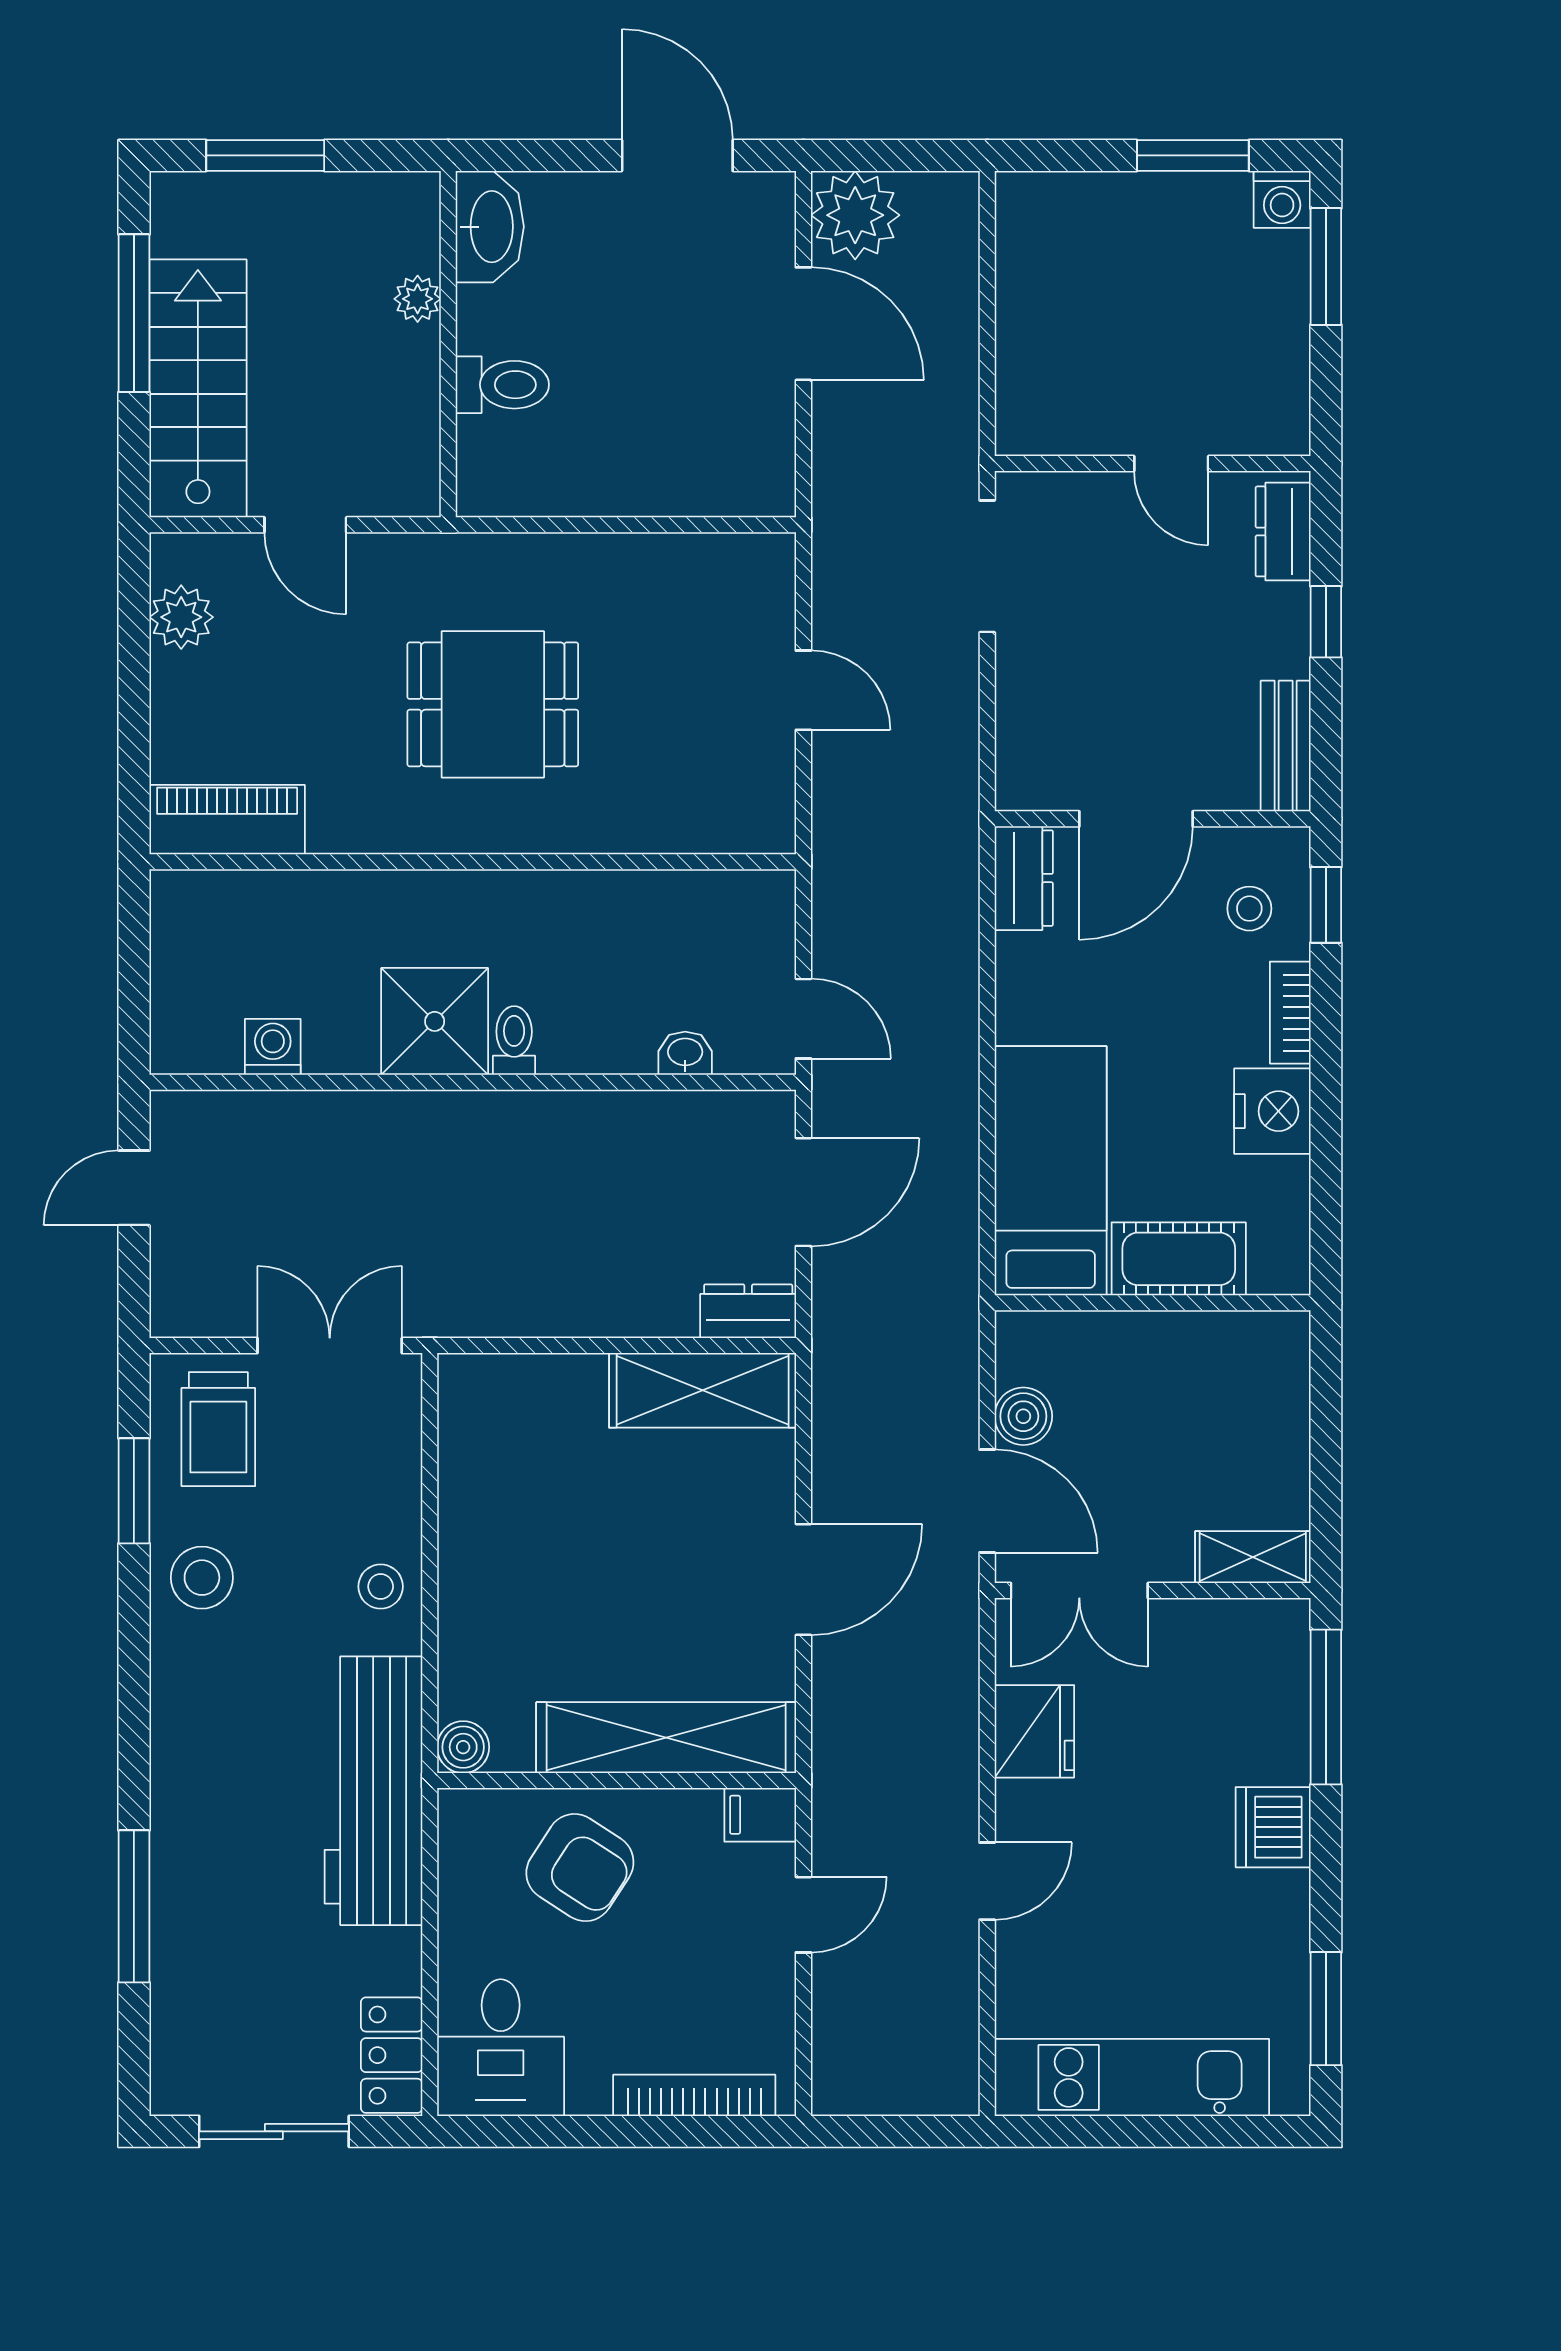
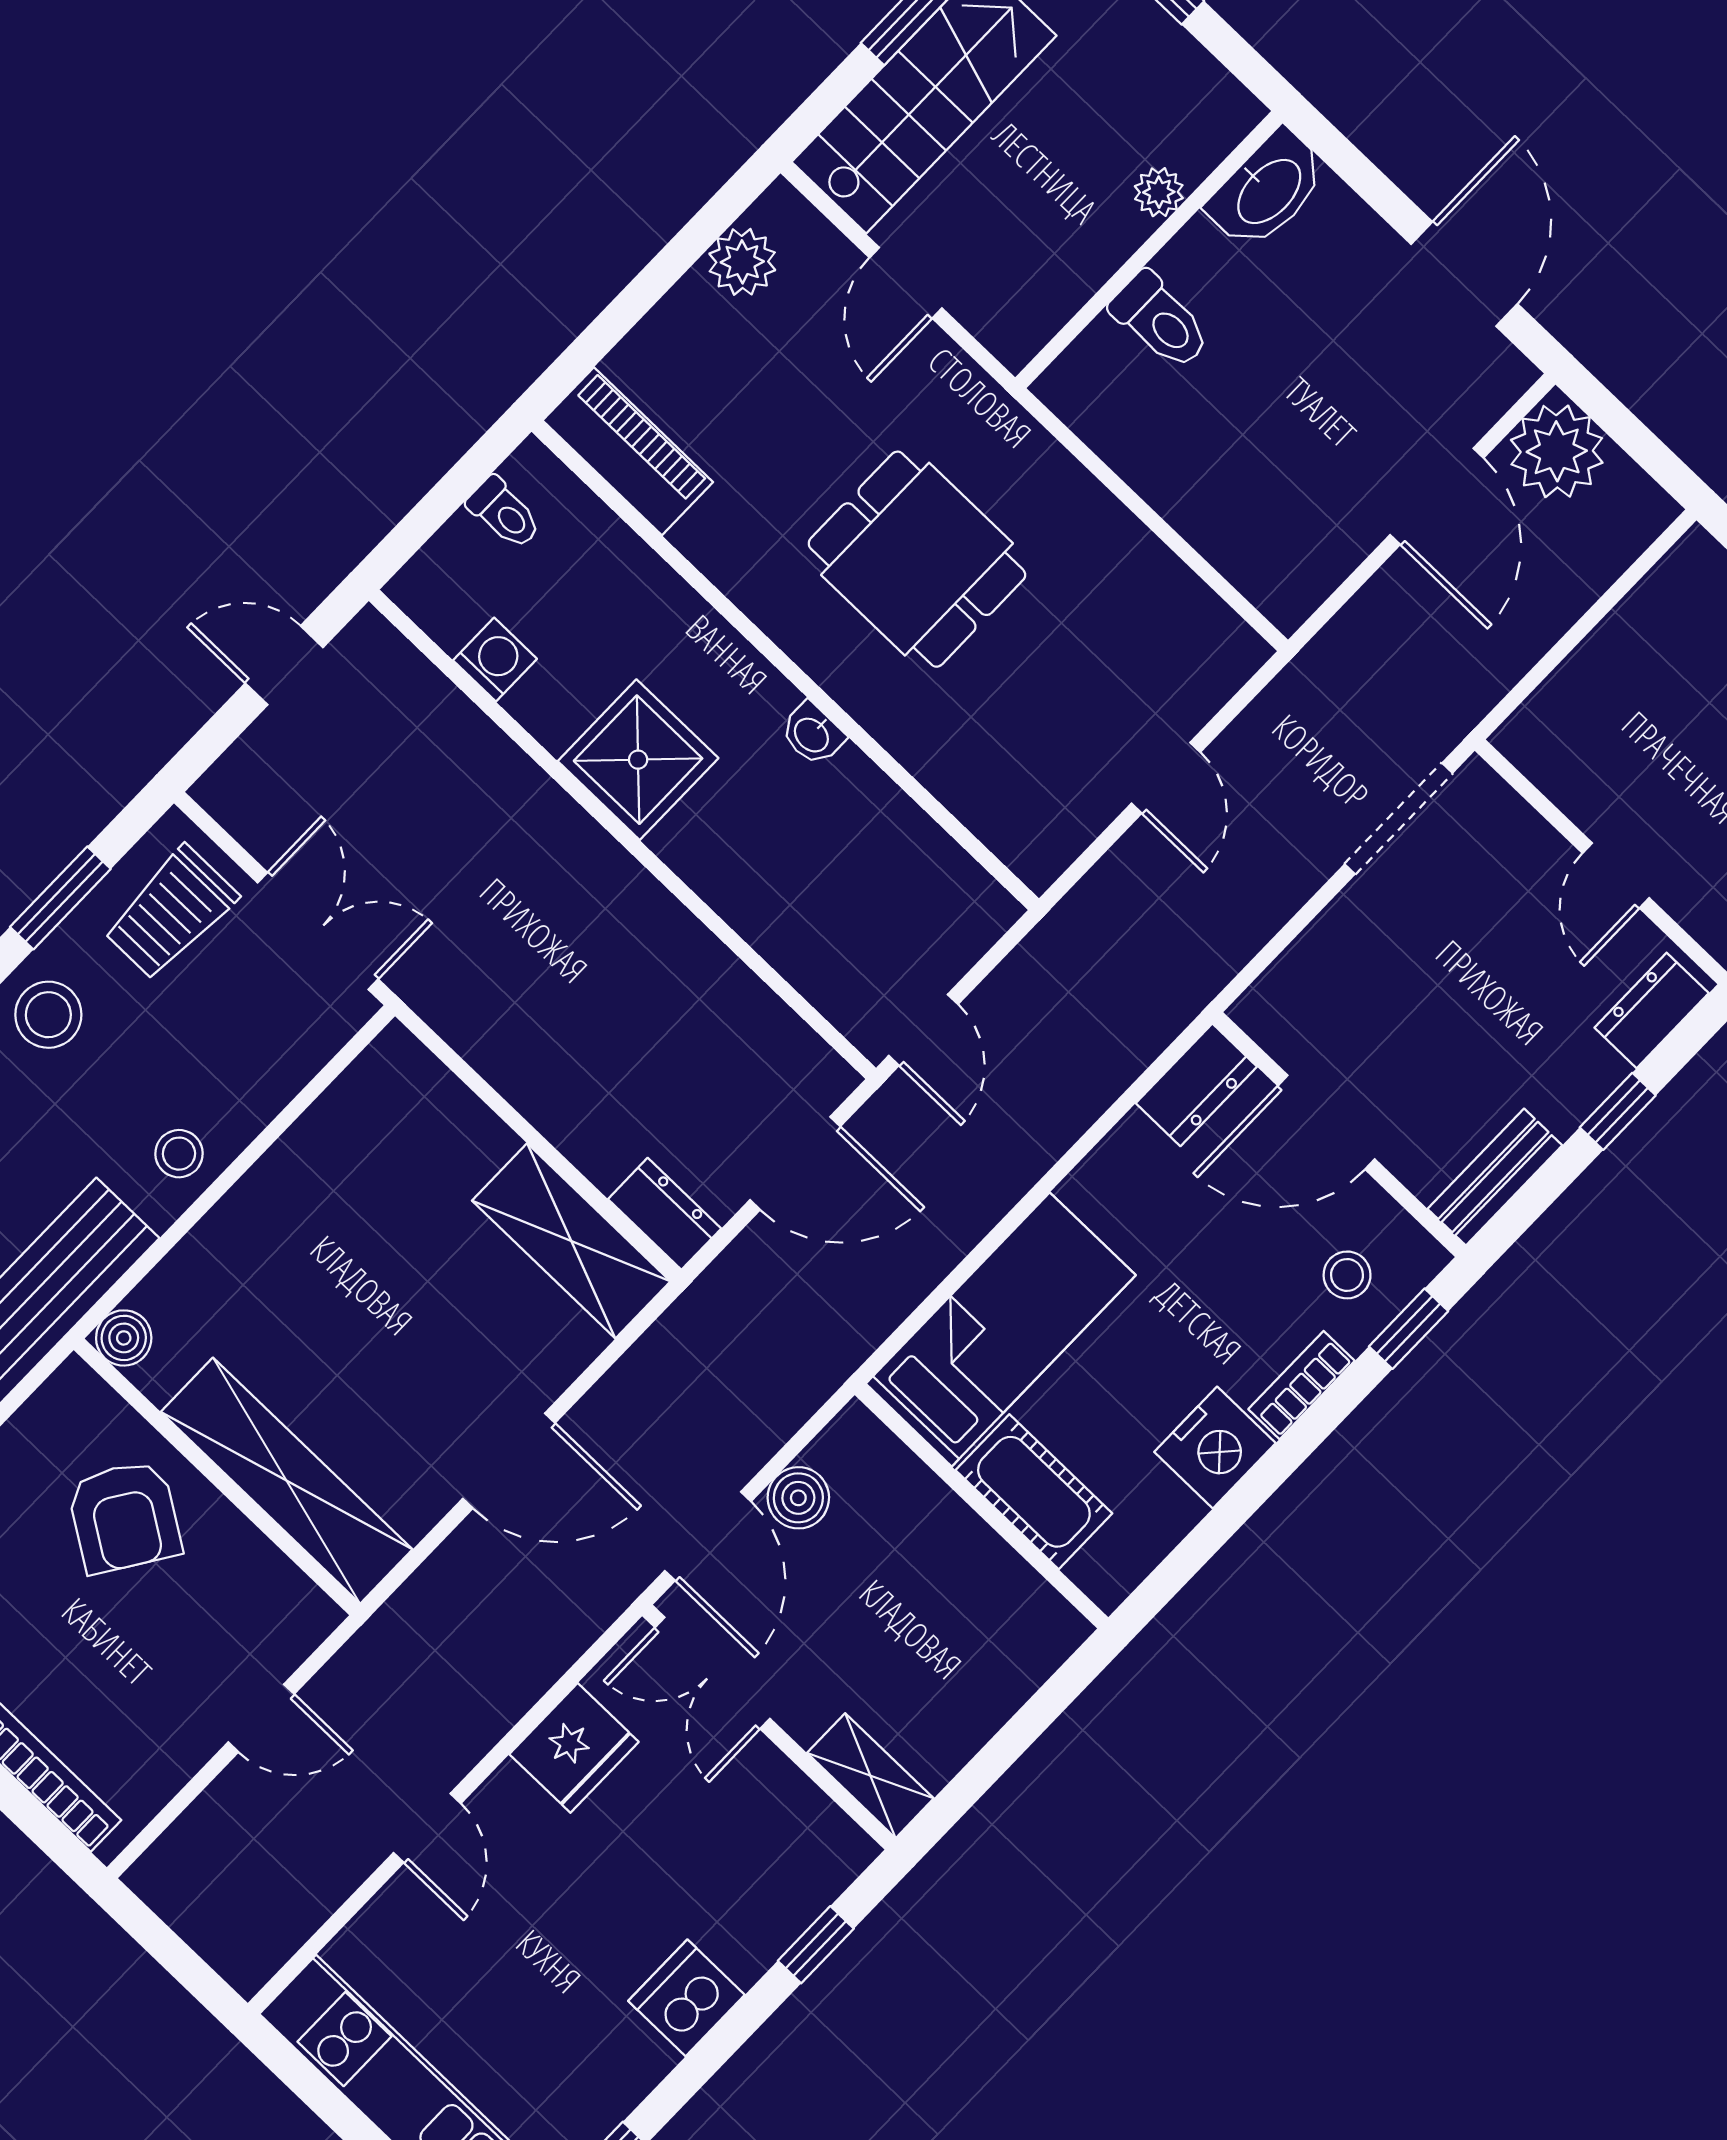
toilet: (514, 1041) -> (504, 513), moved, turned 90
washbasin: (685, 1053) -> (812, 734), moved, turned 180
window: (1326, 1707) -> (816, 1945), width x0.46
filing cabinet: (760, 1815) -> (302, 1609), removed
door: (987, 1881) -> (427, 1828), hinge flipped

